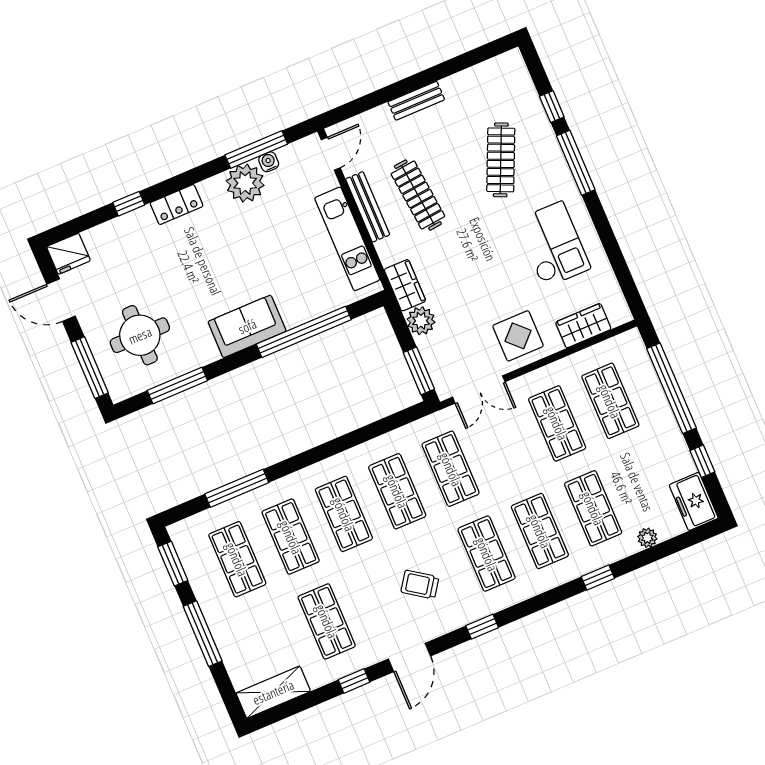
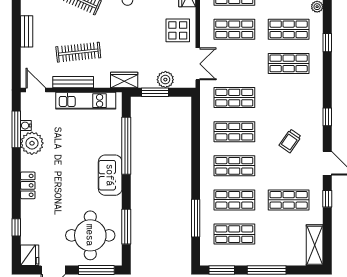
window: (129, 204) -> (16, 227), moved
plant: (421, 321) -> (165, 80), moved
round table: (140, 335) -> (90, 235), width x1.36, depth x1.36
window: (419, 371) -> (155, 92), moved
shop shelf: (487, 554) -> (289, 98), removed

